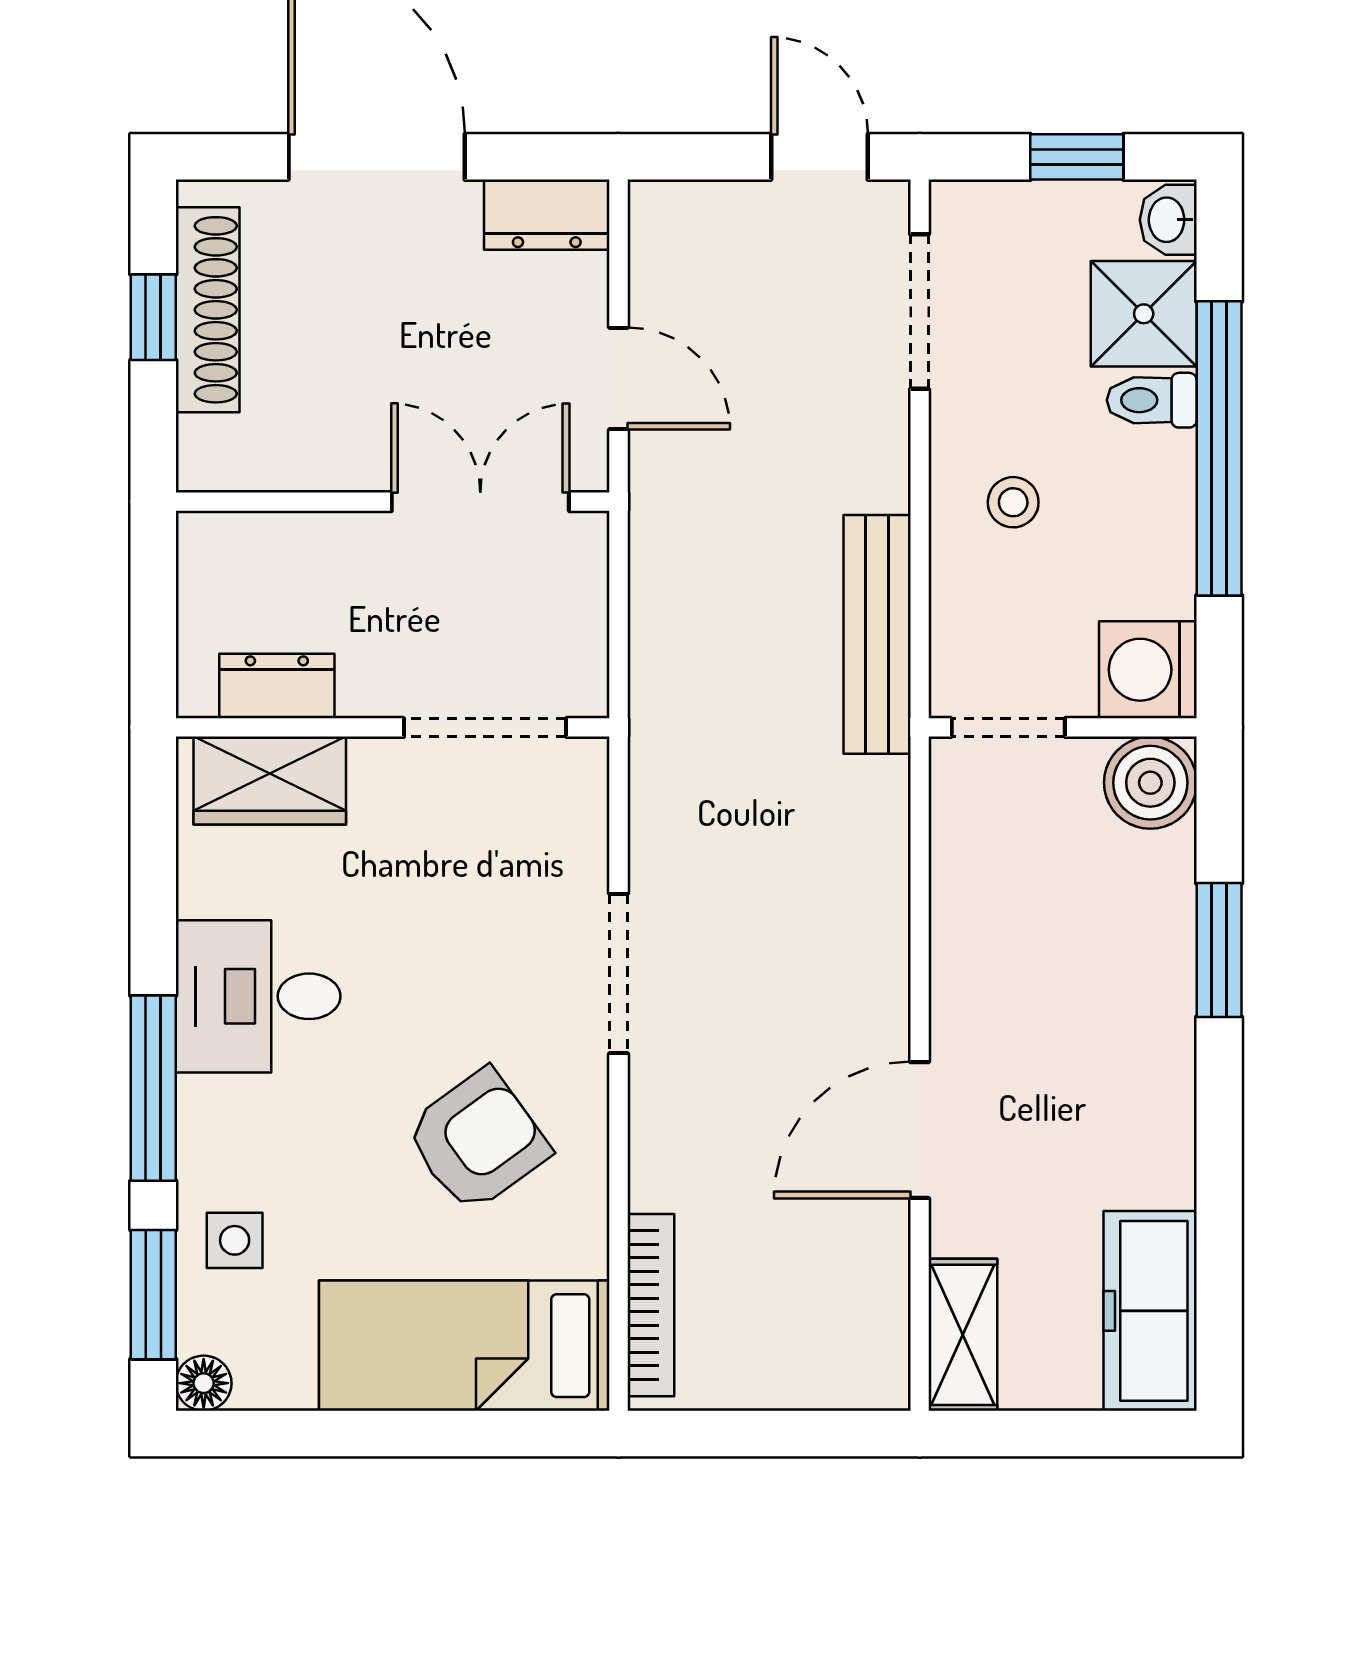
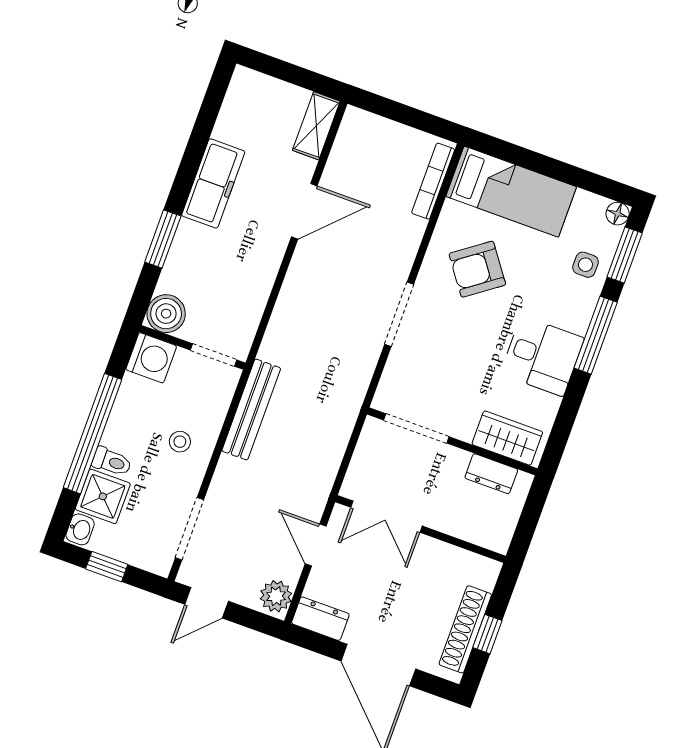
door: (819, 157) -> (207, 603), hinge flipped
plant: (667, 229) -> (276, 596), added
freezer: (1150, 1311) -> (213, 183), moved

